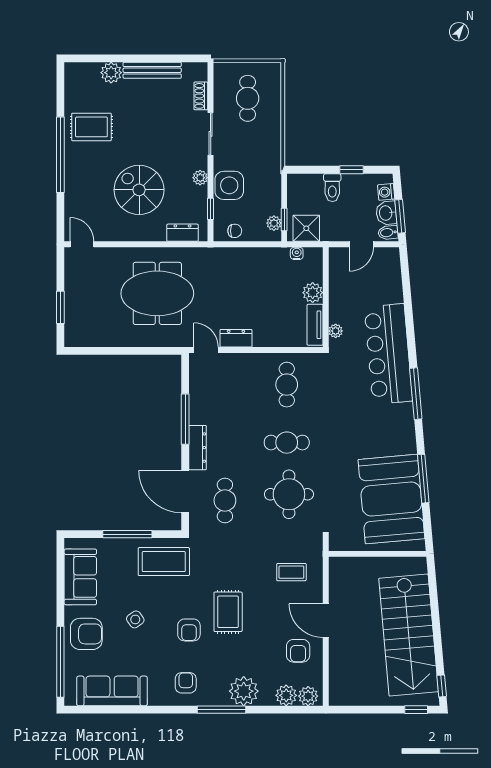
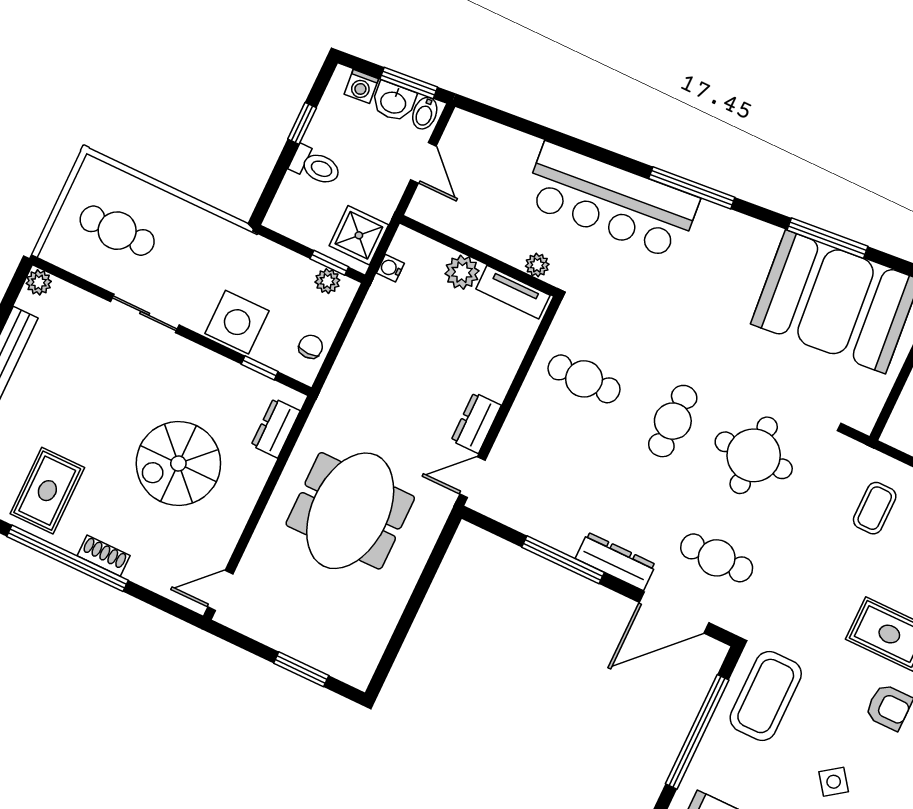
shoe rack: (201, 96) -> (104, 556), moved, turned 180
plant: (200, 178) -> (39, 282), moved
window: (127, 534) -> (697, 732), width x1.46

